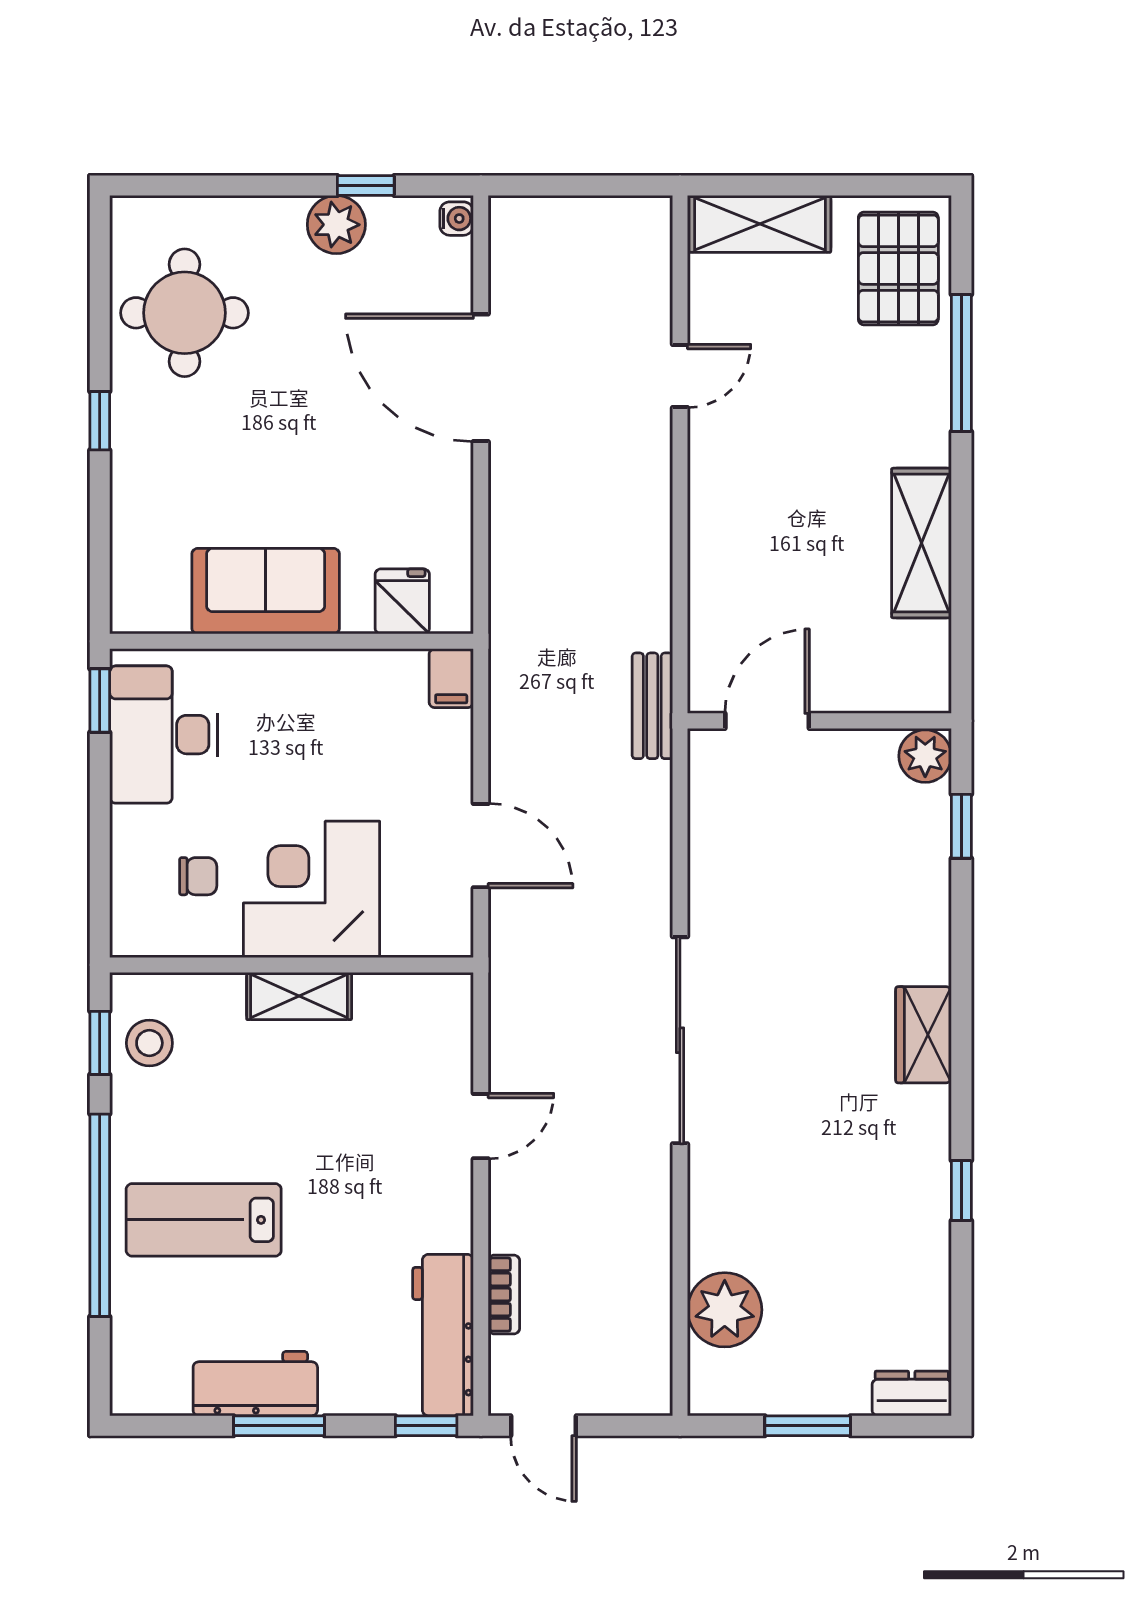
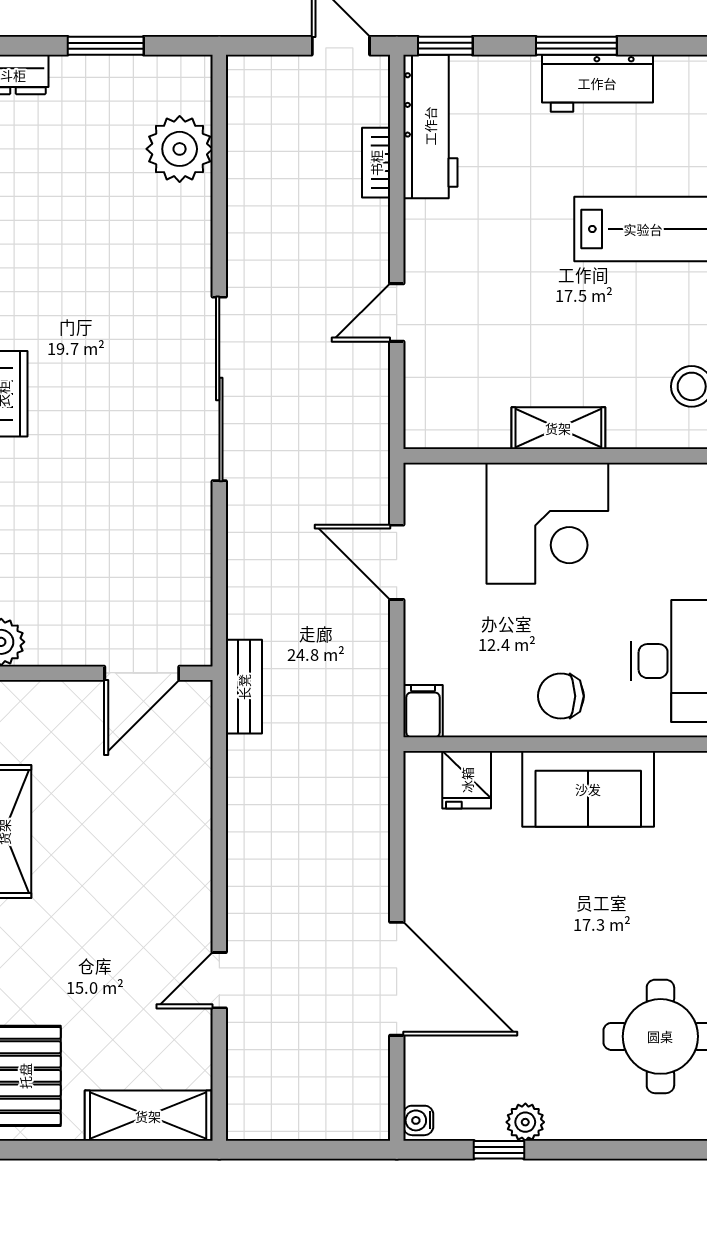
plant: (336, 225) -> (525, 1122), width x0.73, depth x0.73
chair: (198, 876) -> (561, 696), moved, width x1.37, depth x1.37

